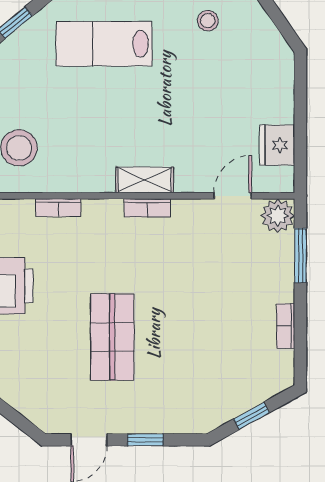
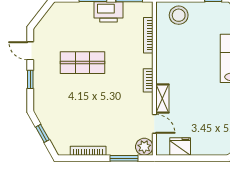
shelving: (145, 180) -> (162, 99), moved
bookcase: (58, 208) -> (148, 35), width x1.56
bookcase: (286, 326) -> (88, 151), width x1.56

